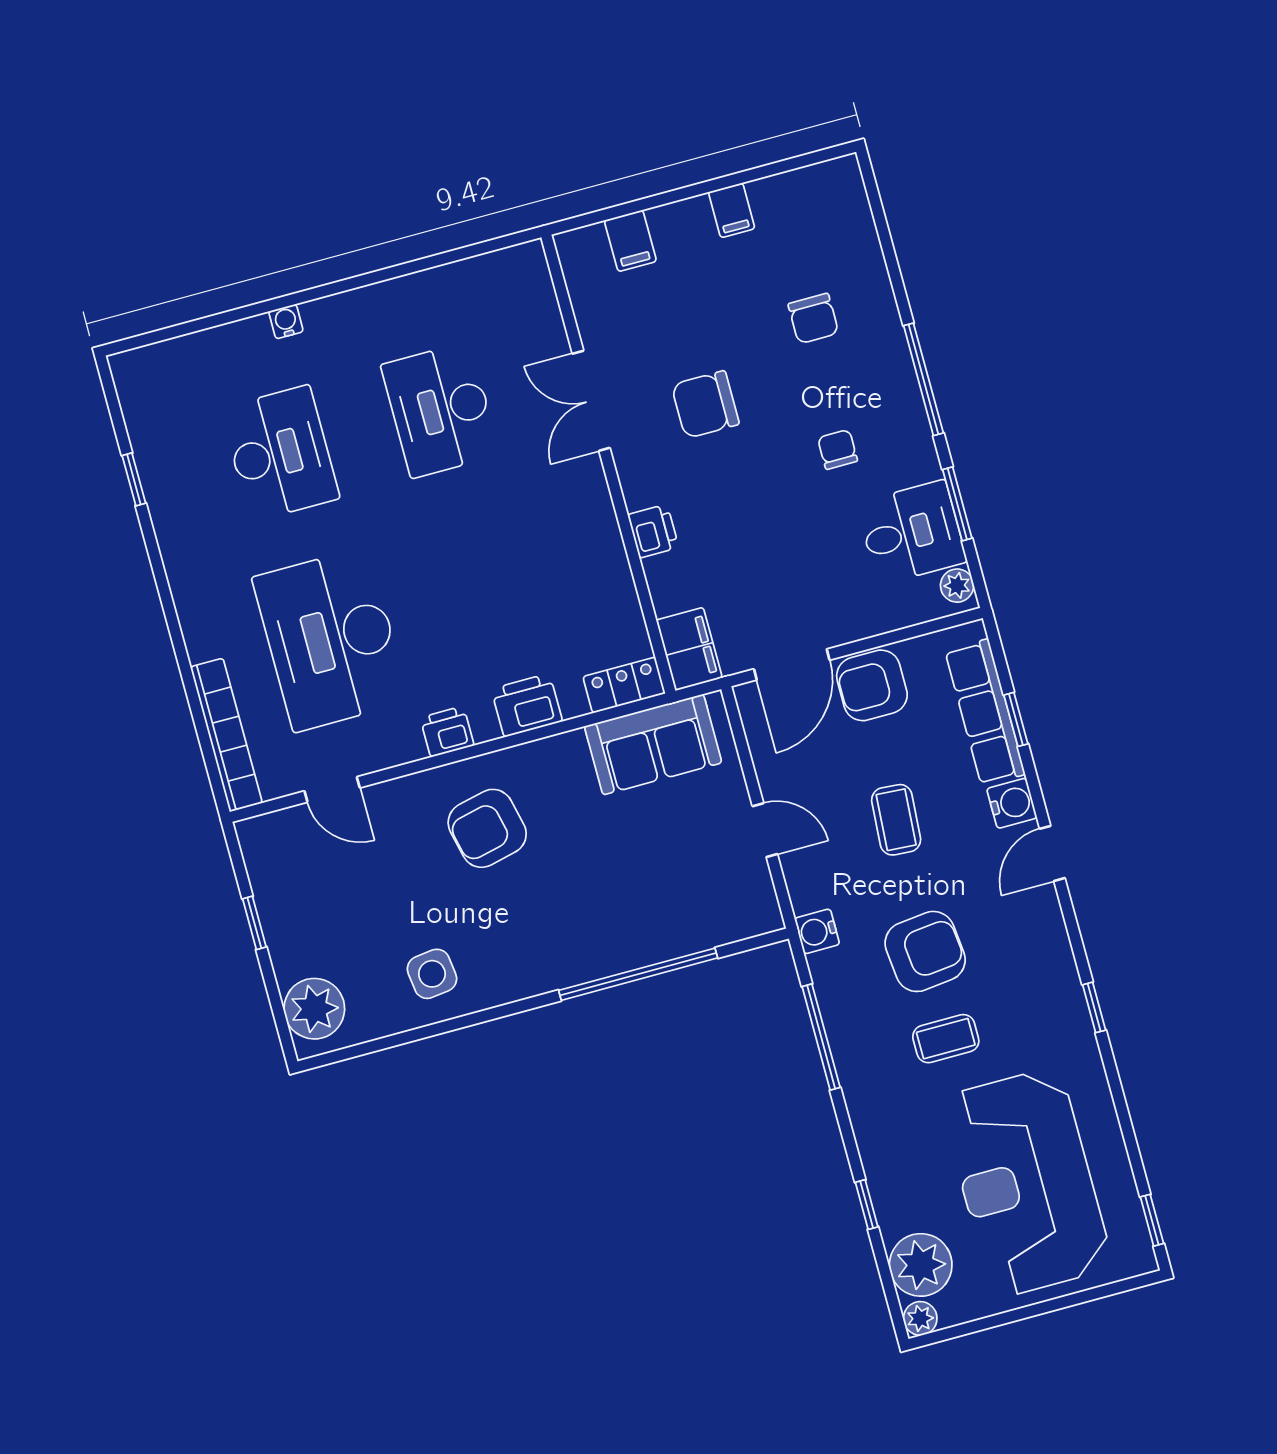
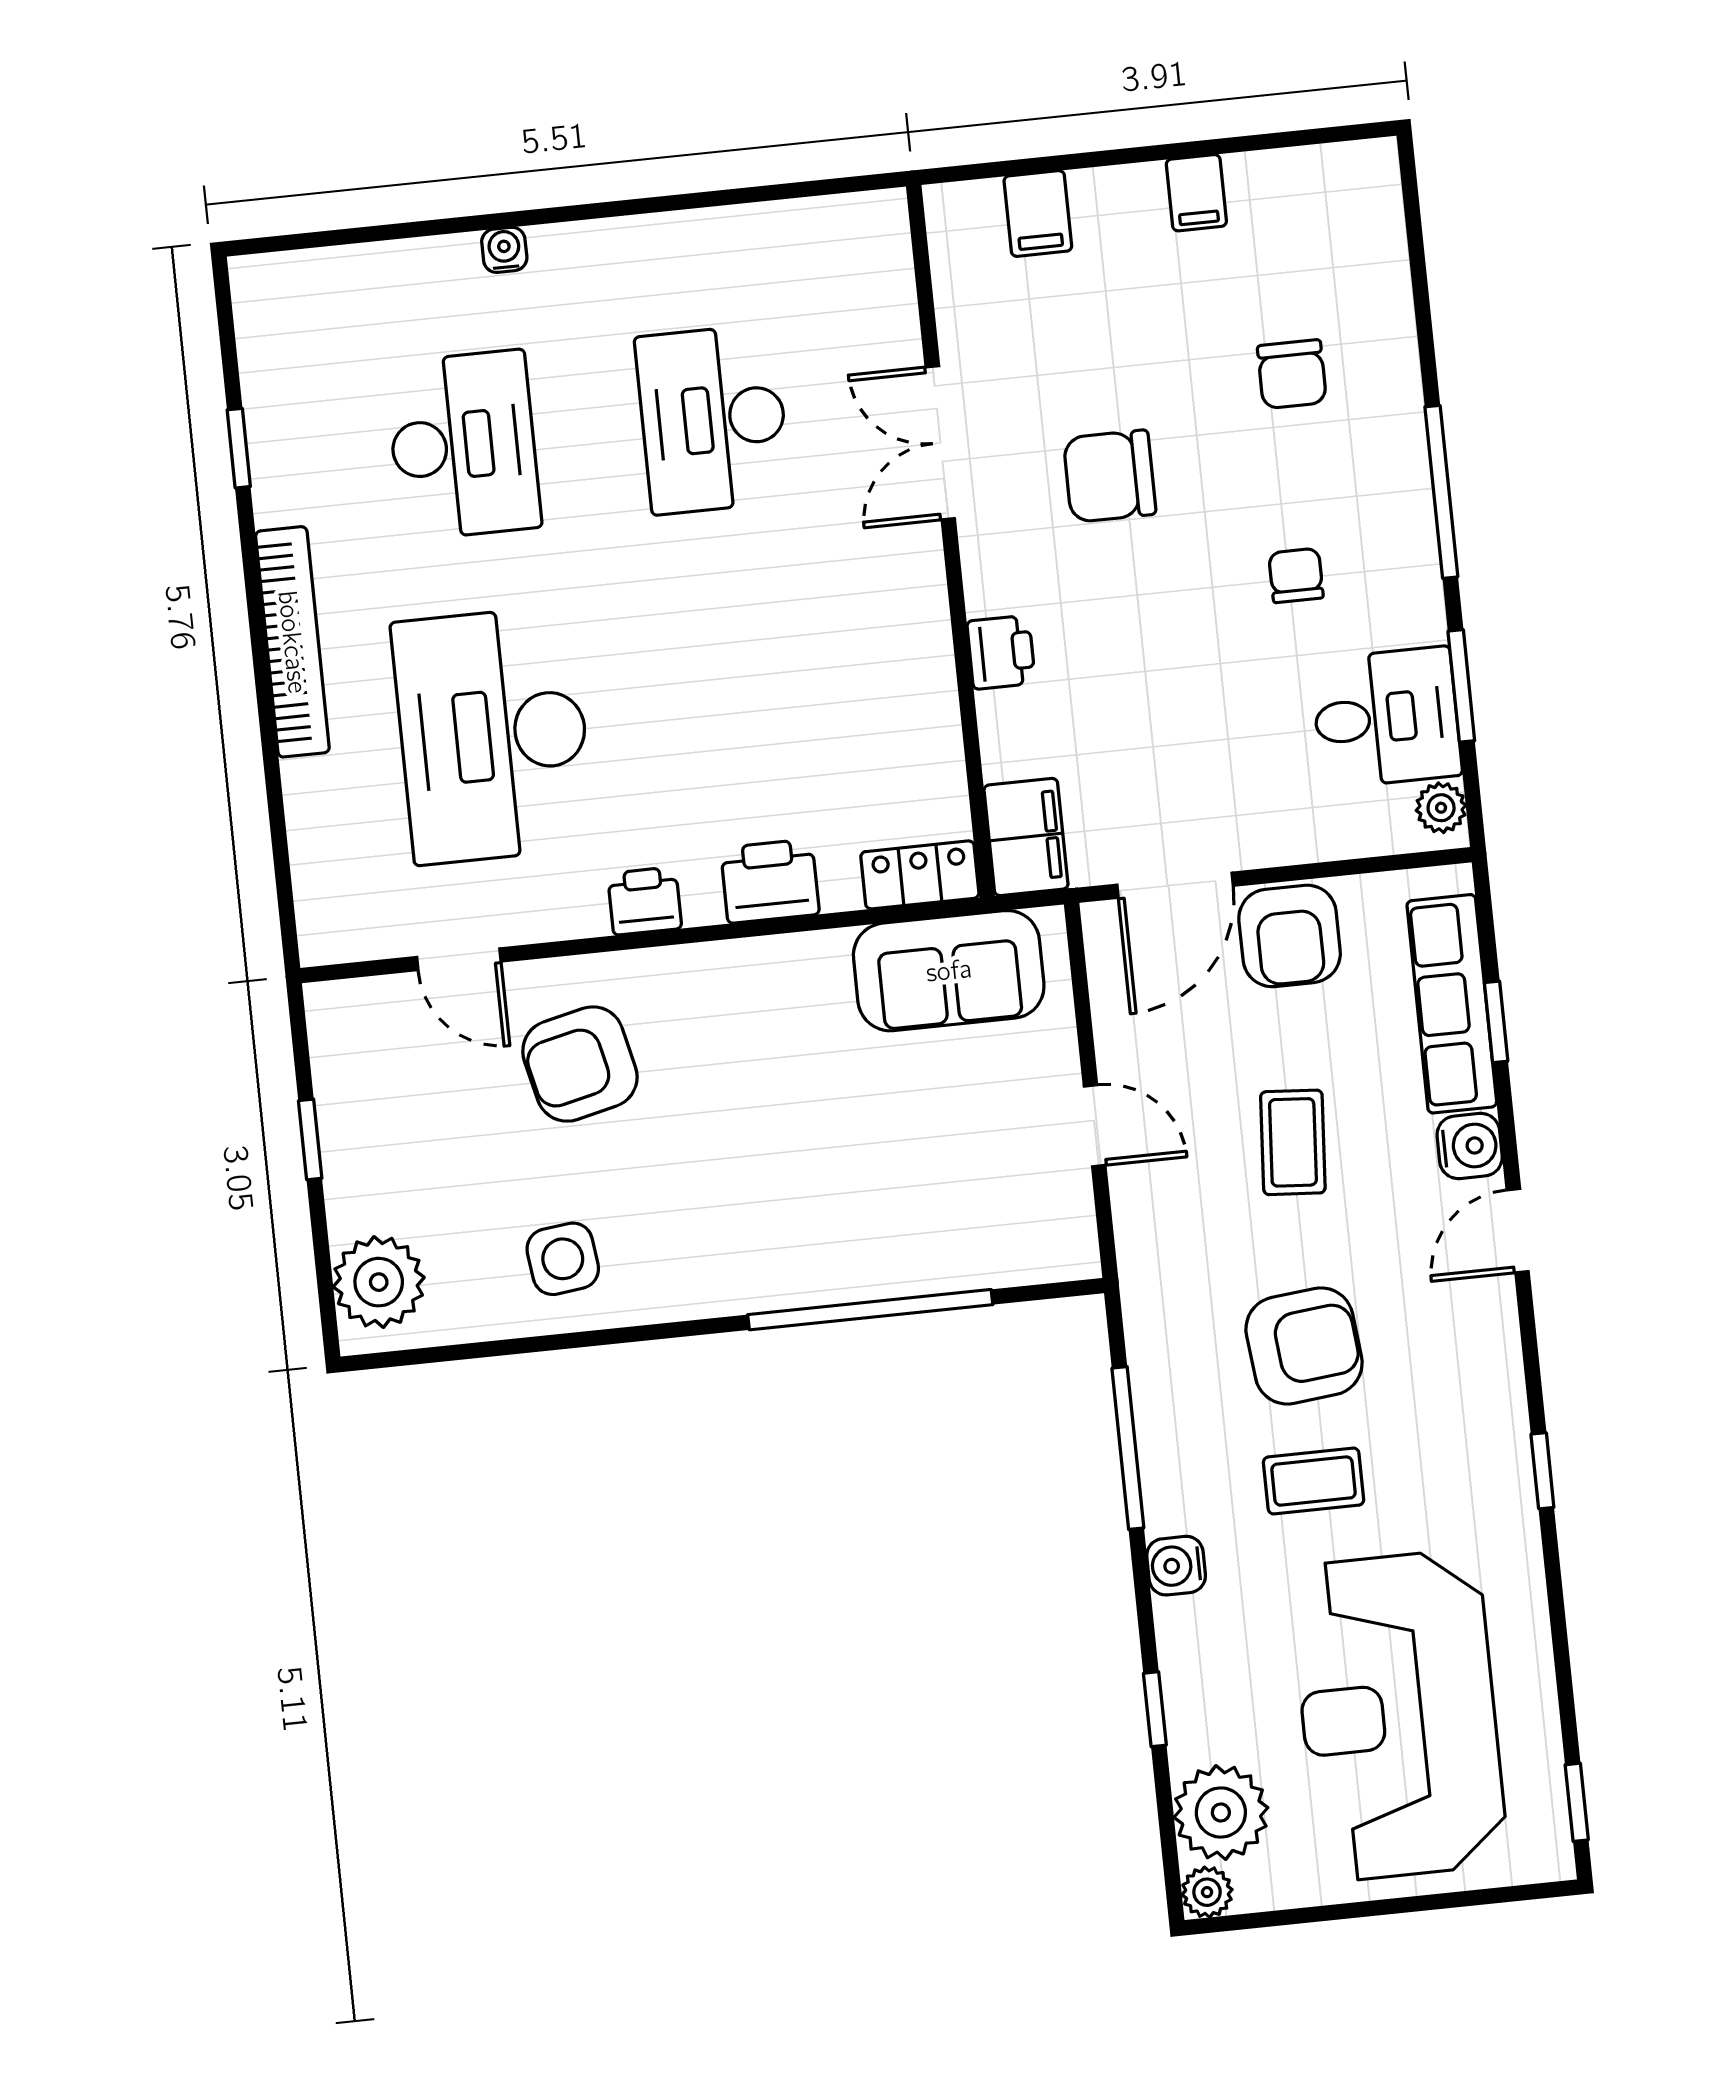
armchair: (872, 685) -> (1290, 936), turned -90
bookcase: (226, 735) -> (292, 642), moved
armchair: (487, 828) -> (580, 1064), moved
water cooler: (817, 931) -> (1176, 1566), moved

